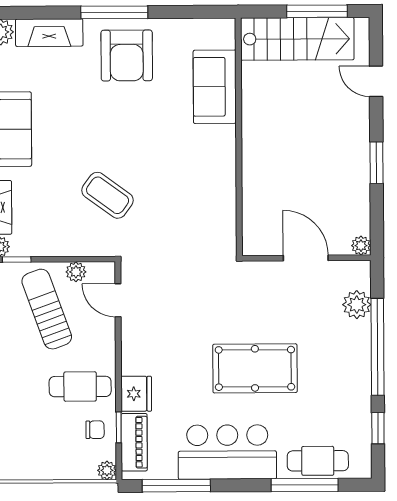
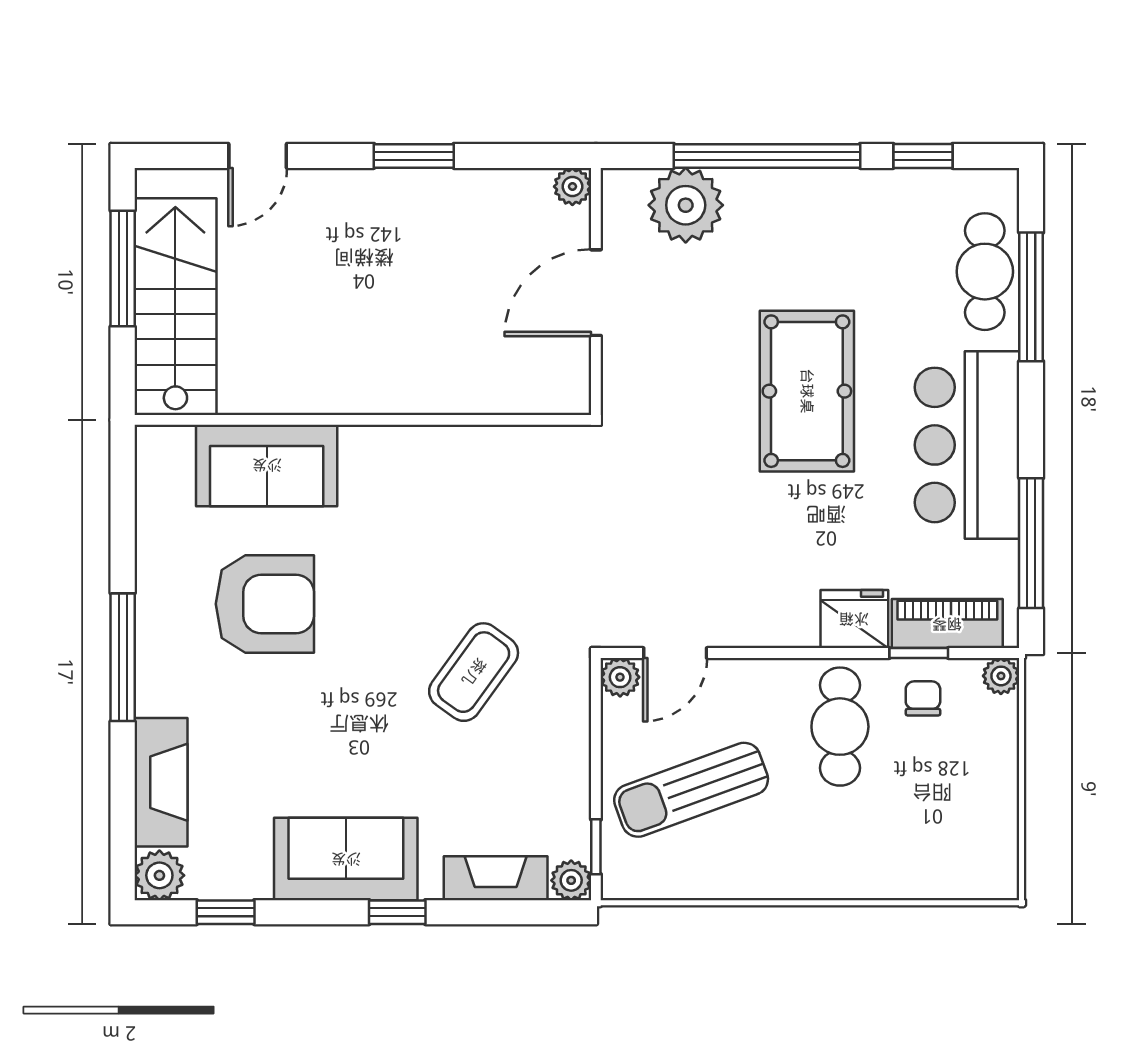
armchair: (127, 55) -> (265, 604), moved
plant: (76, 272) -> (620, 677), moved
plant: (357, 305) -> (686, 205), width x1.36, depth x1.36

